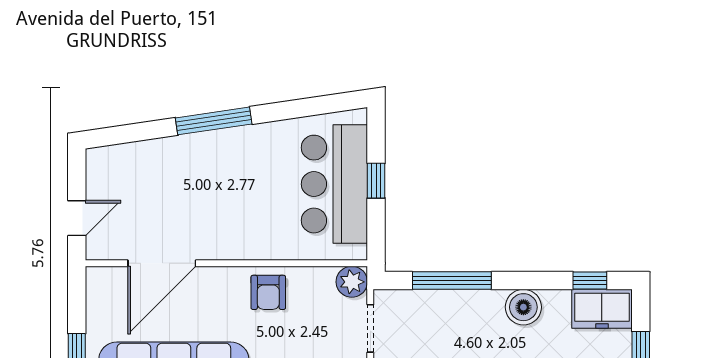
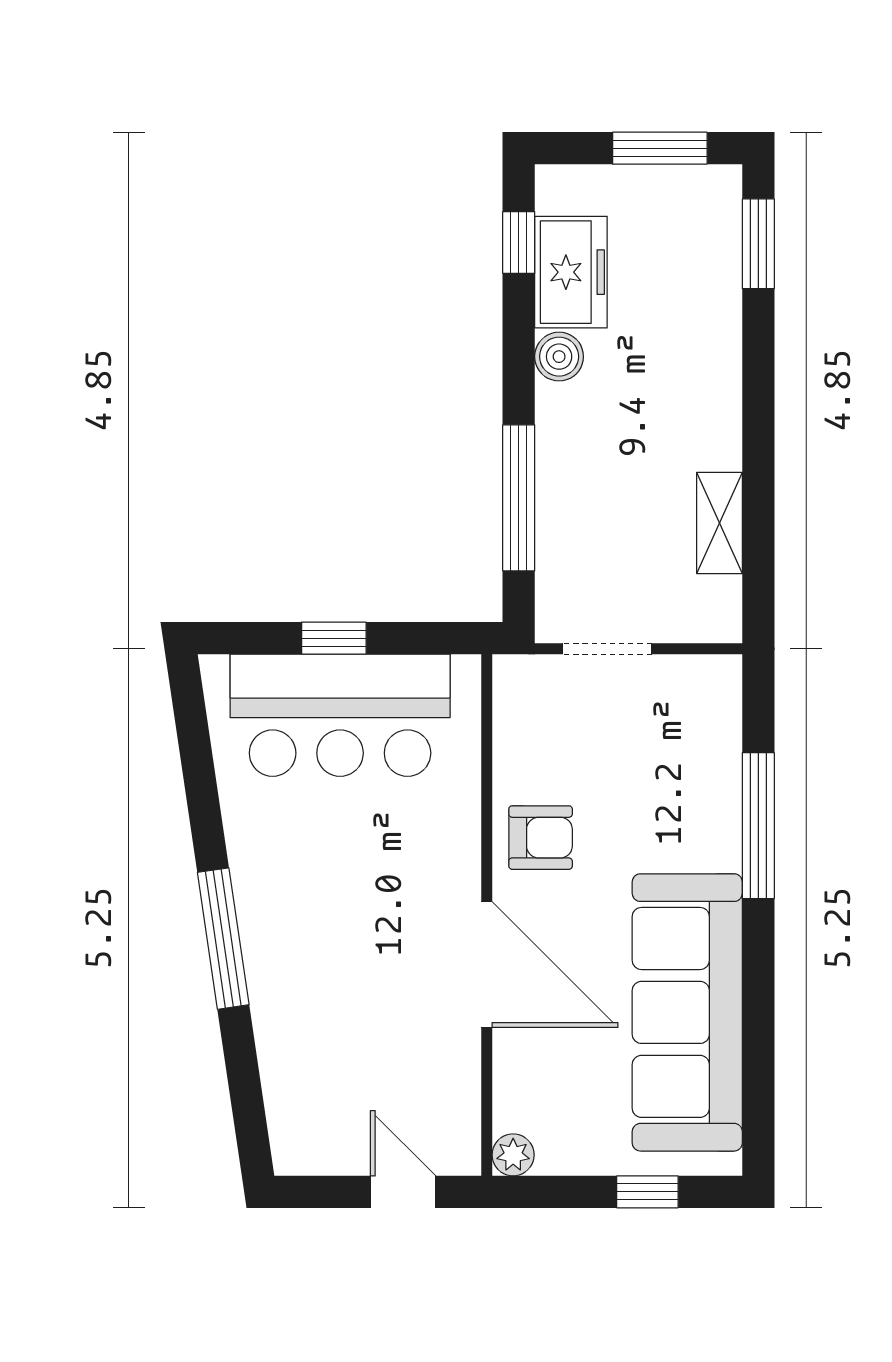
door: (162, 263) -> (487, 964), moved
plant: (352, 282) -> (513, 1155), moved, width x0.73, depth x0.73
boiler: (523, 307) -> (559, 357), width x0.73, depth x0.73
freezer: (602, 309) -> (571, 272), moved

